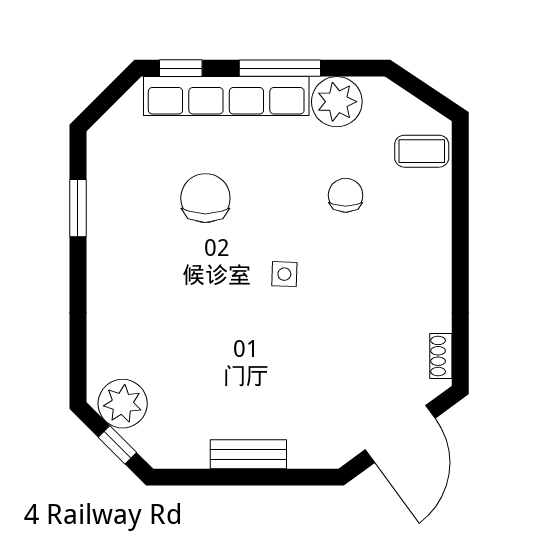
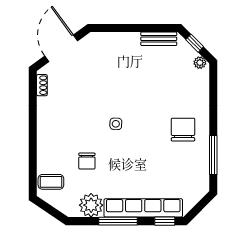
chair: (205, 198) -> (183, 130), moved, turned 180
window: (78, 208) -> (213, 155), width x1.44
plant: (123, 404) -> (200, 63), width x0.53, depth x0.53
bench: (248, 454) -> (159, 39), moved

